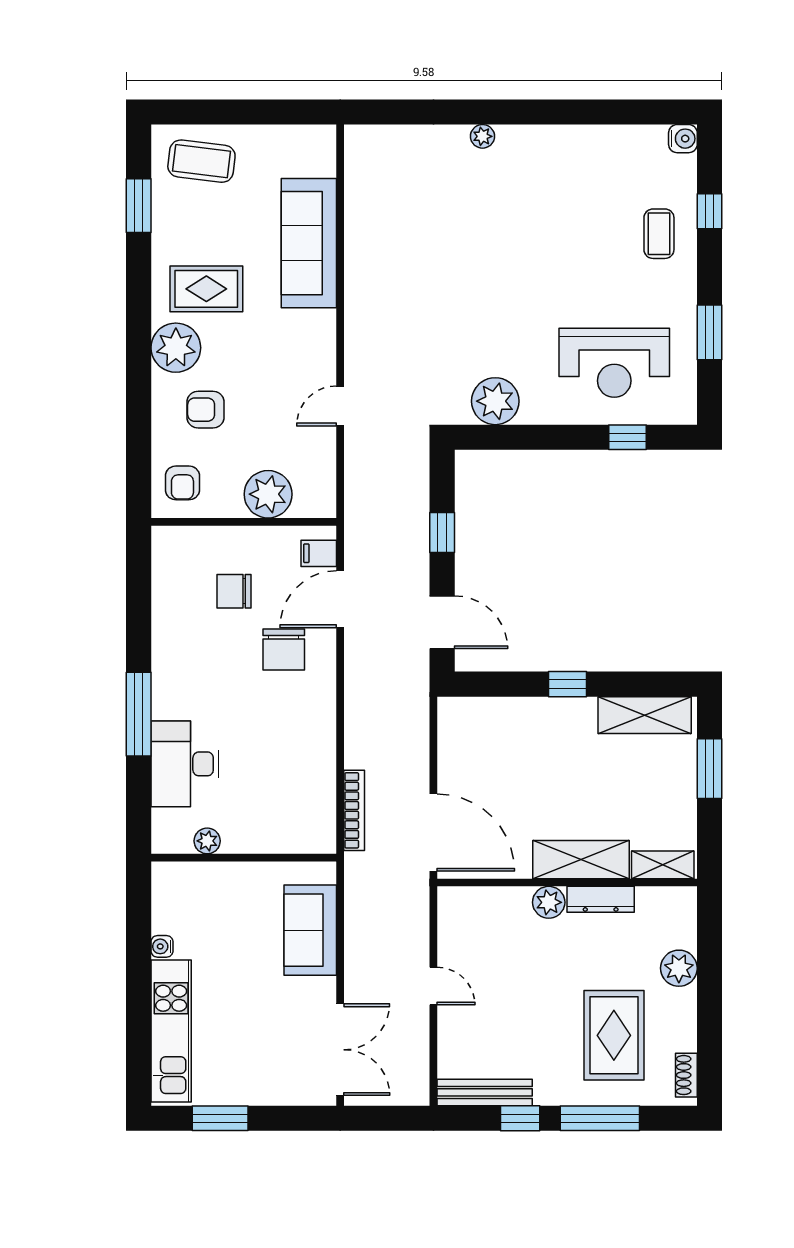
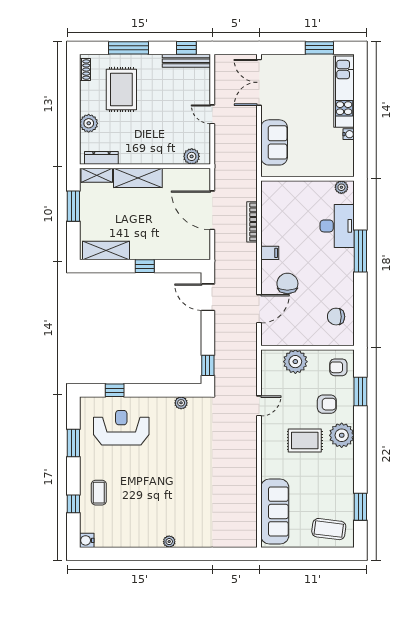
plant: (482, 136) -> (169, 542), moved
sofa: (309, 243) -> (275, 511), moved
rug: (206, 289) -> (305, 441), moved
plant: (495, 401) -> (181, 403), width x0.53, depth x0.53
window: (139, 435) -> (360, 391), added
armchair: (182, 483) -> (338, 367), turned -90
window: (442, 533) -> (208, 365), moved
filing cabinet: (319, 553) -> (270, 253), moved
chair: (234, 591) -> (336, 317), moved, turned 180
window: (710, 769) -> (73, 206), moved
bookcase: (354, 810) -> (252, 222), moved
door: (433, 833) -> (212, 210), moved
plant: (207, 841) -> (341, 187), moved
dresser: (601, 899) -> (101, 158), moved
plant: (549, 902) -> (192, 156), moved
window: (520, 1118) -> (186, 48), moved

